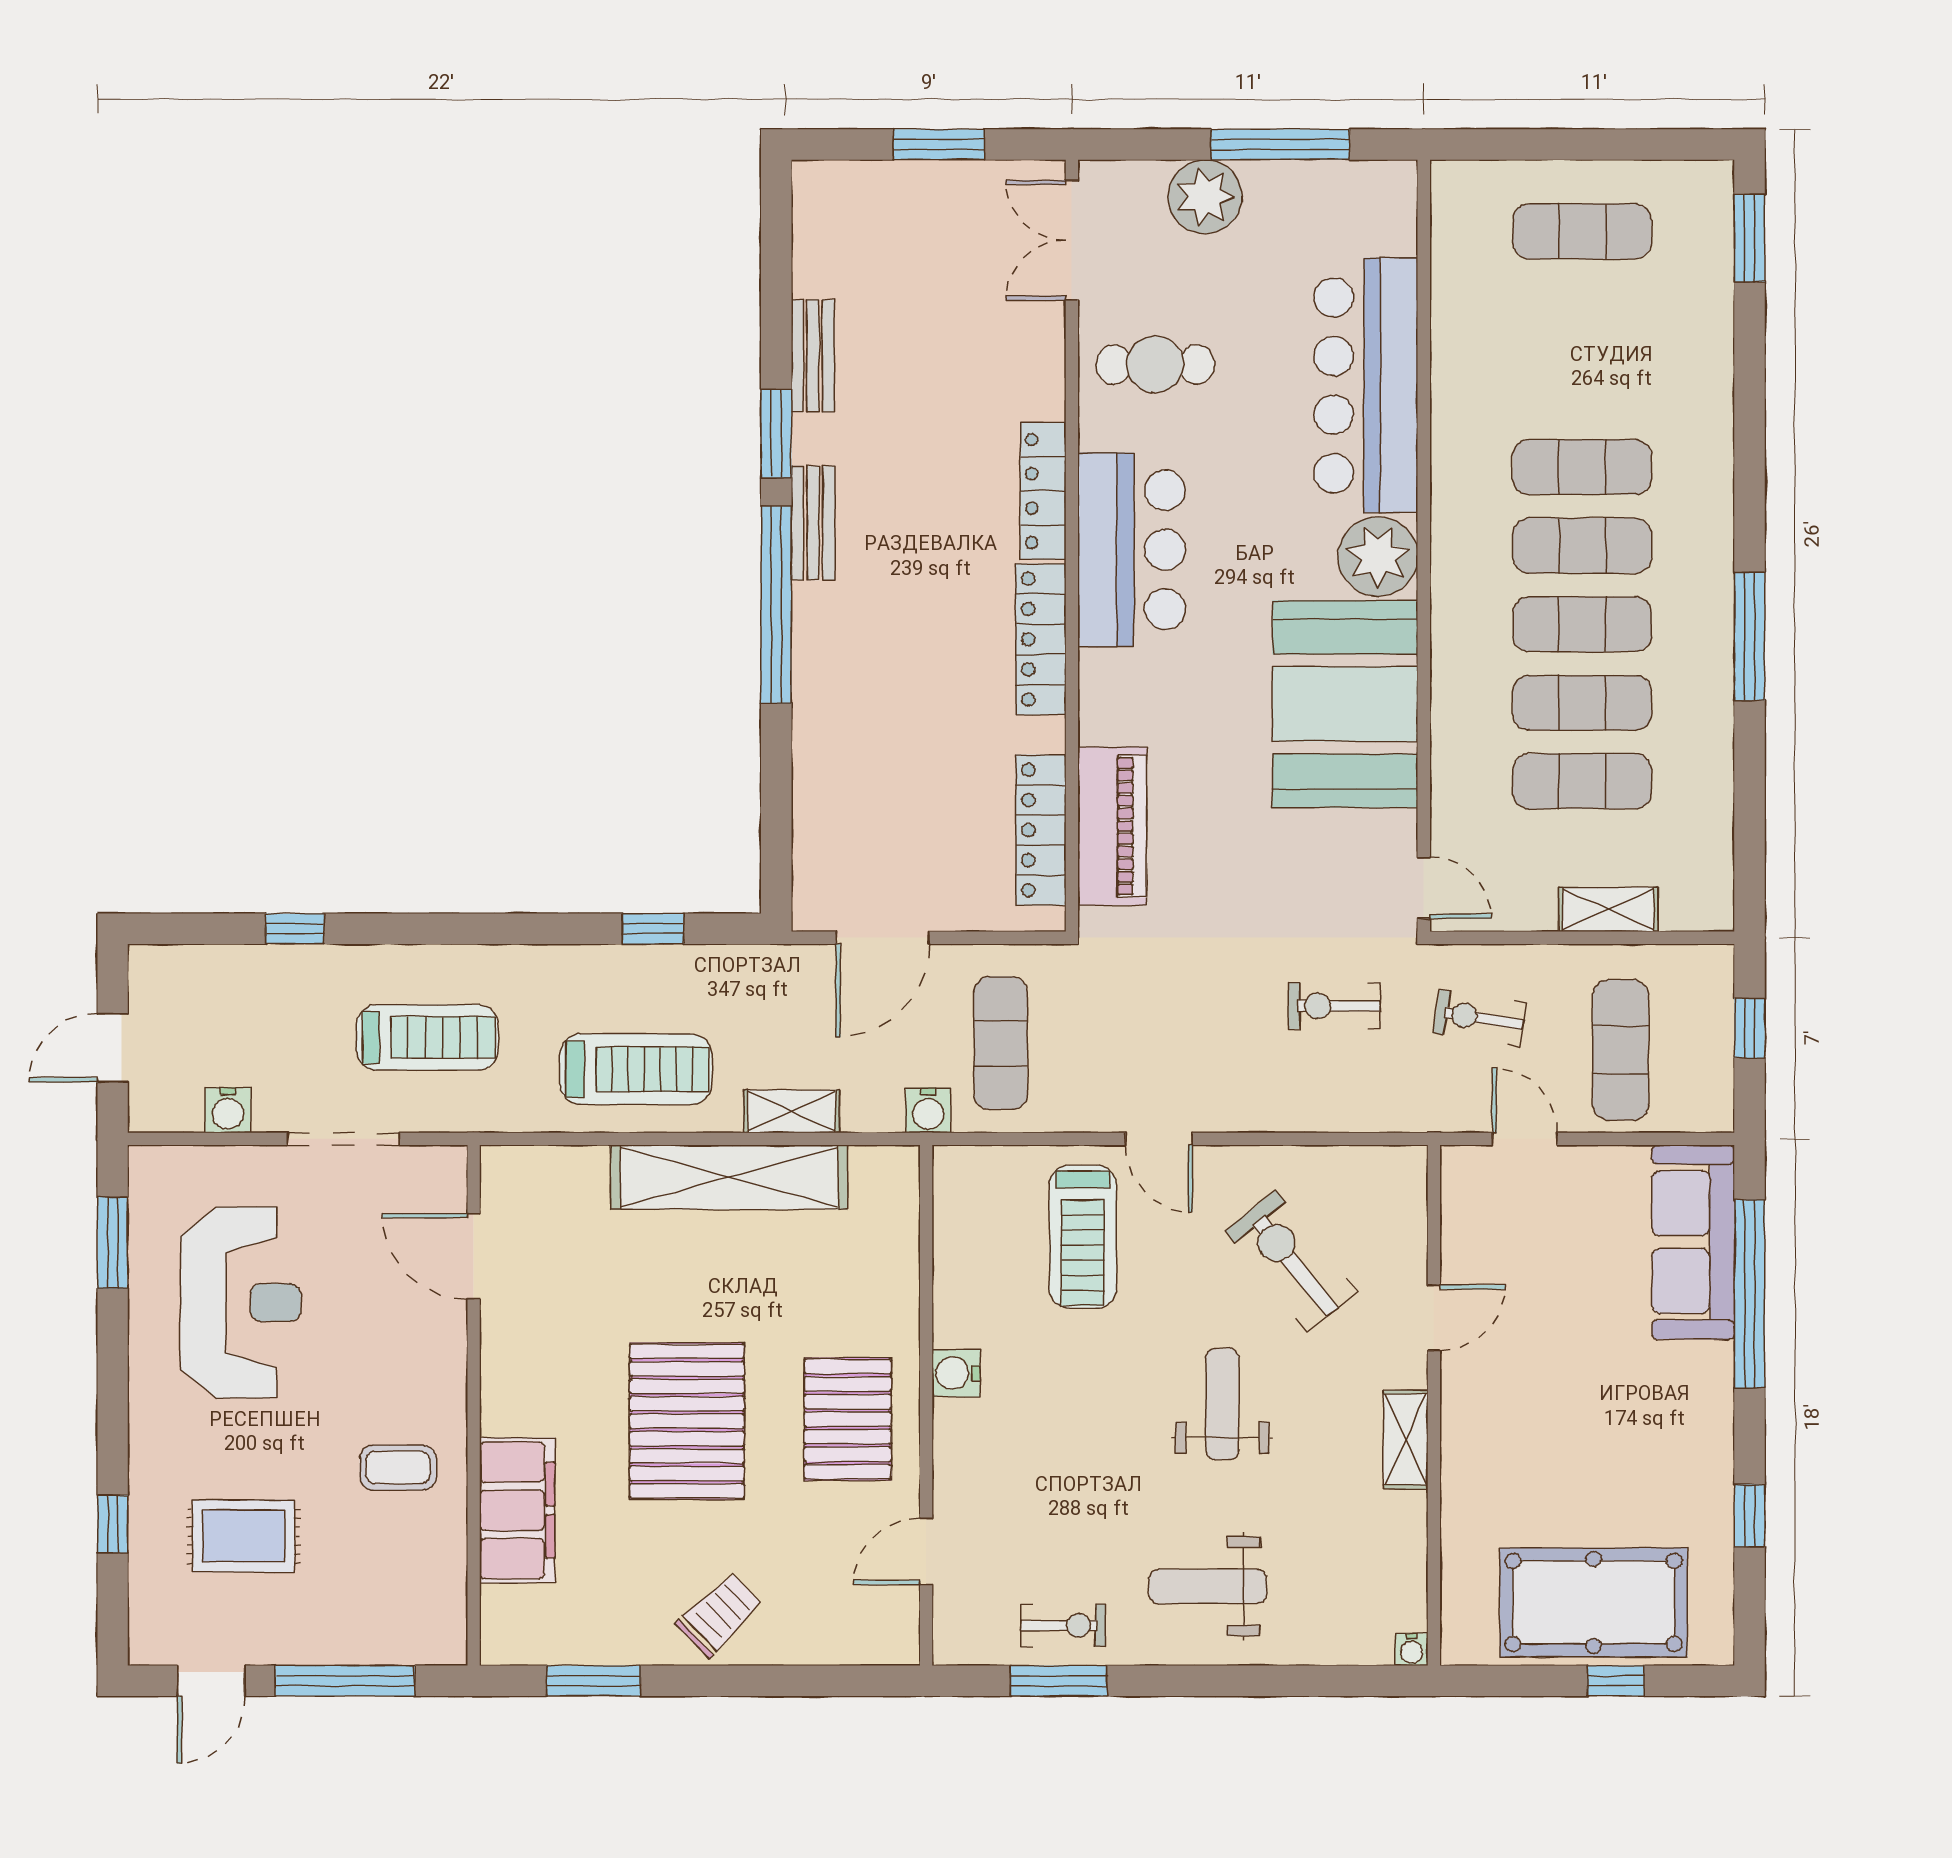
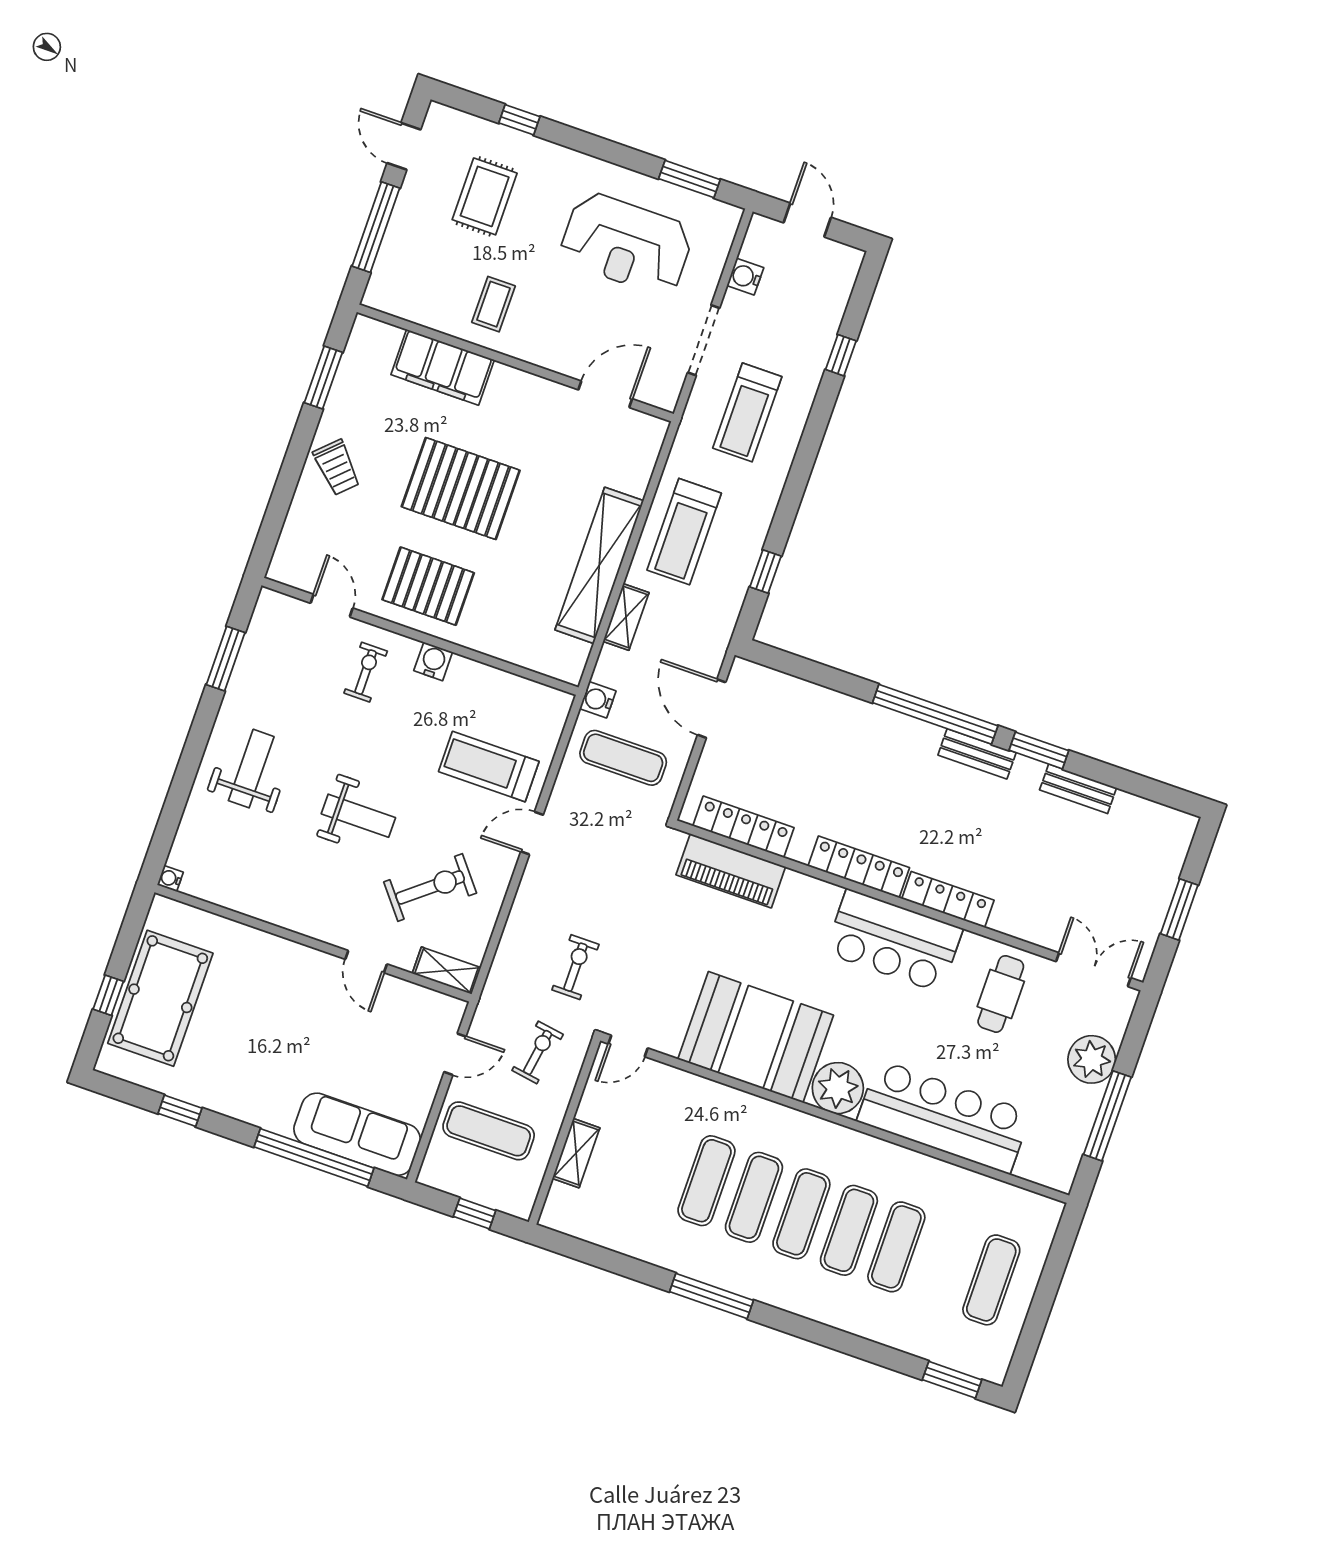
exercise mat: (1582, 781) -> (896, 1247), moved
shelving: (1406, 1439) -> (447, 971), moved
exercise bike: (1063, 1625) -> (366, 672), moved, turned 180

